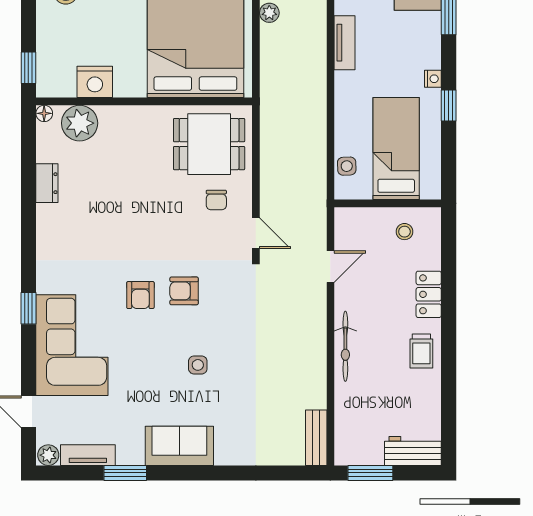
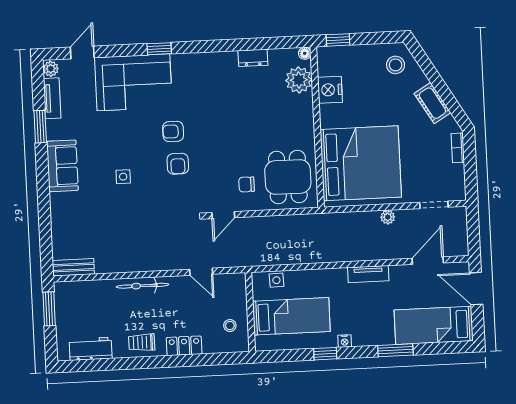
armchair: (184, 291) -> (178, 164), turned 180
workbench: (413, 451) -> (91, 349), moved, turned -90

